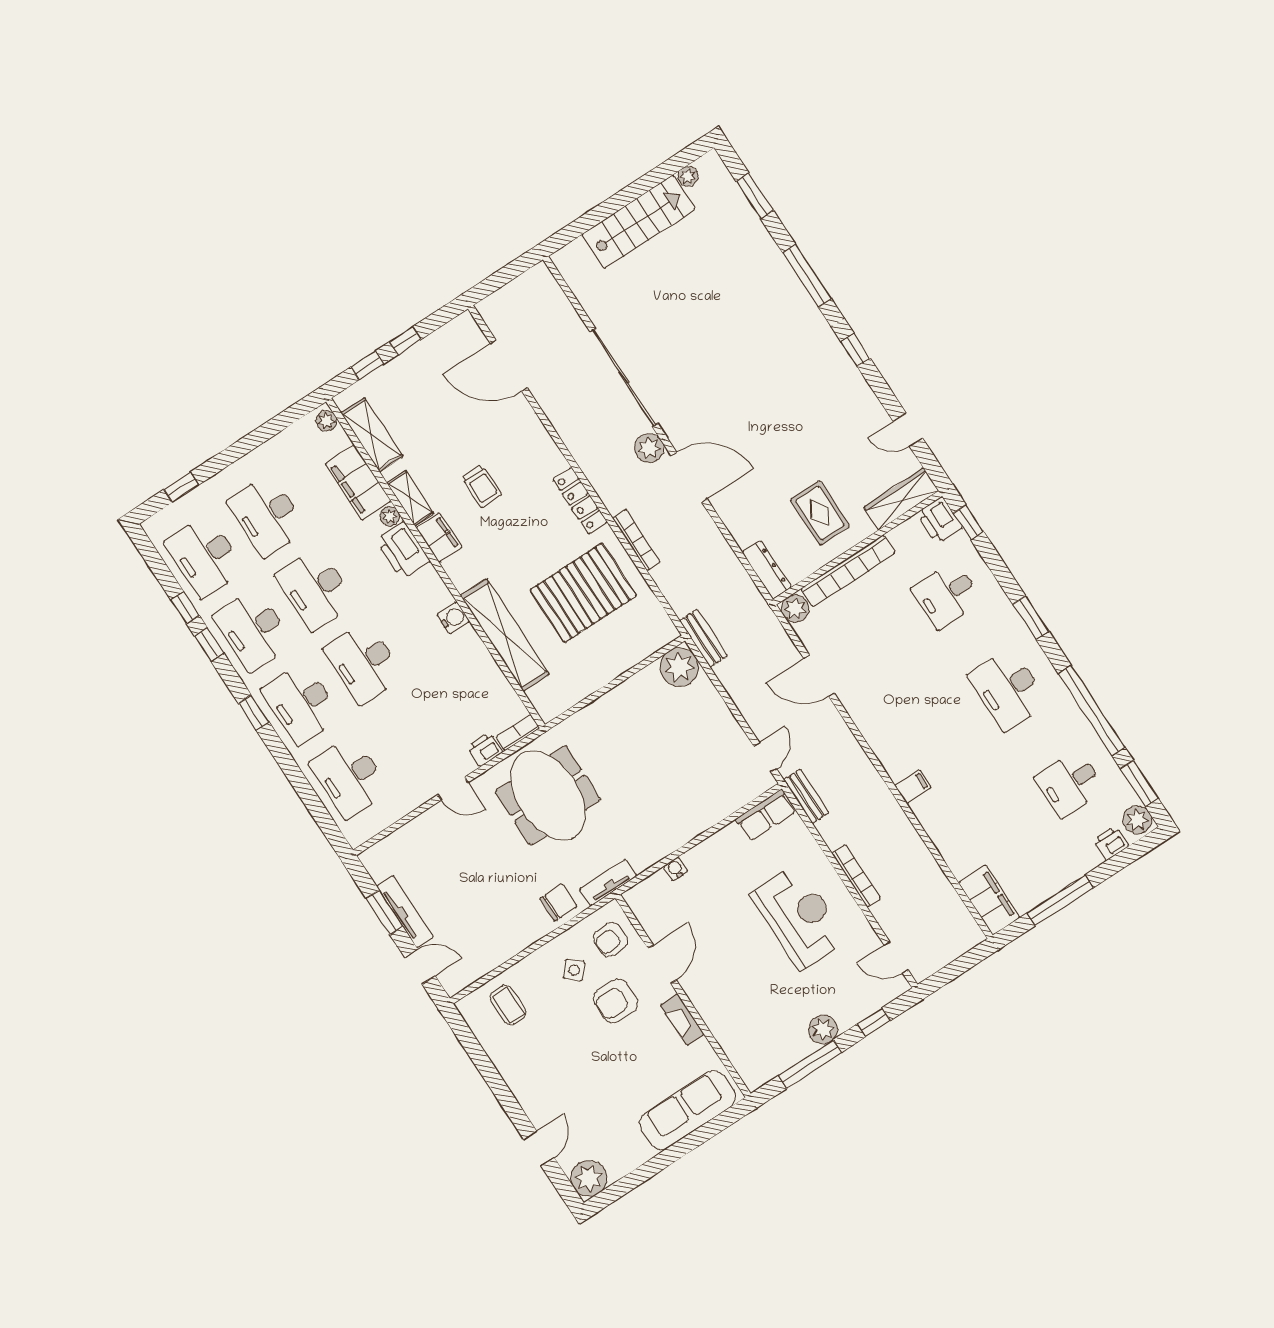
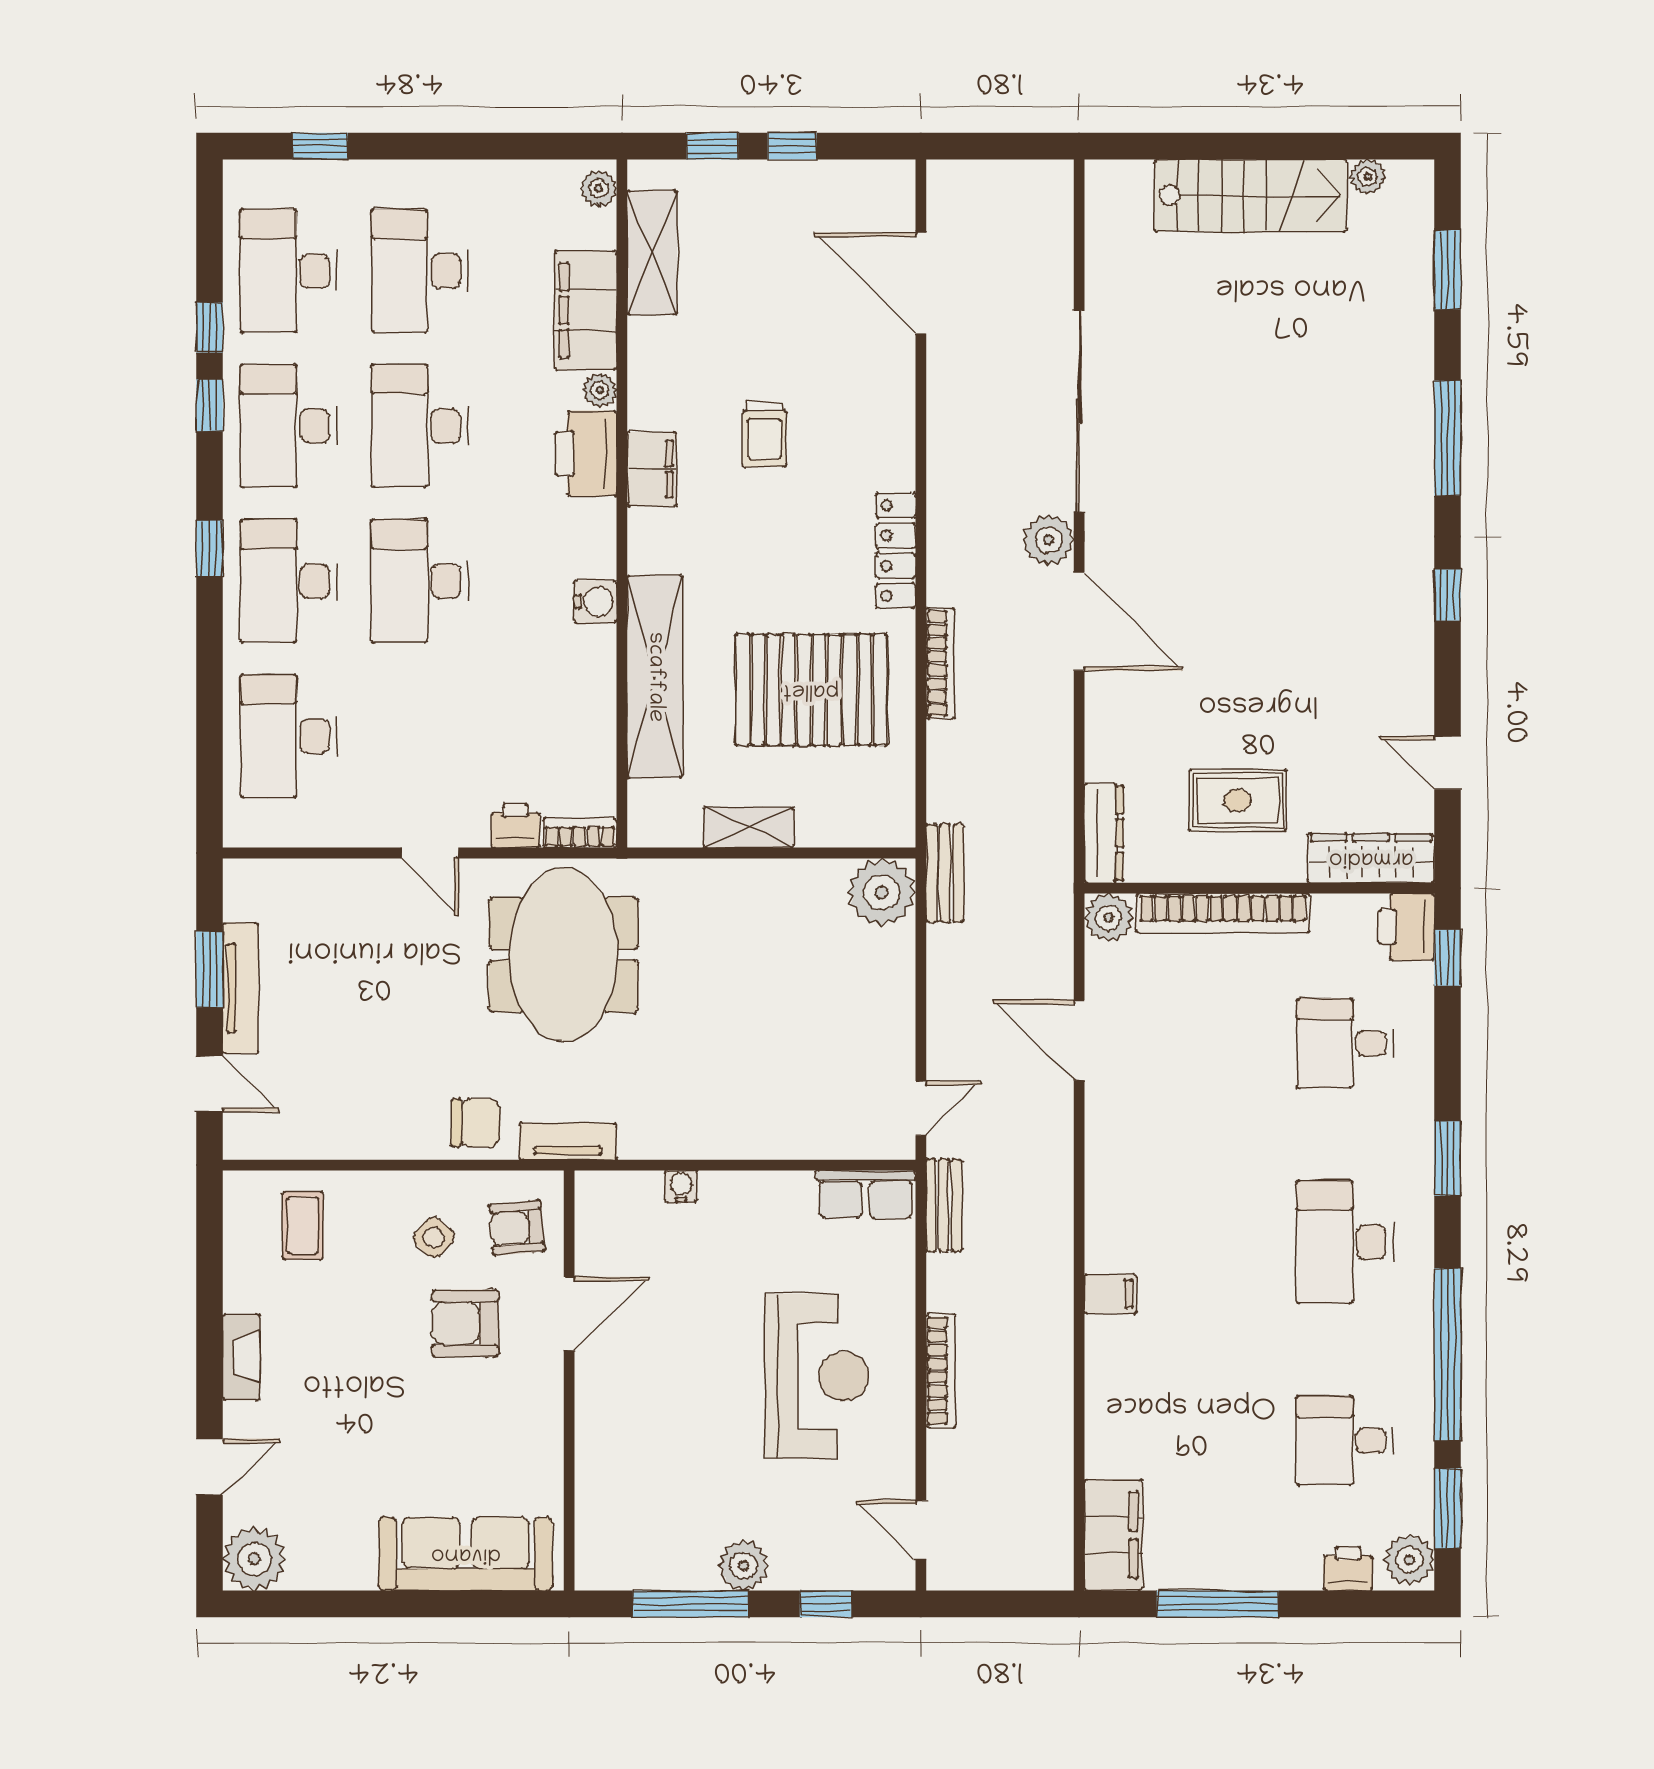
shelving: (410, 498) -> (749, 827), moved, turned 90
rug: (820, 513) -> (1238, 800), turned 90
fireplace: (682, 1020) -> (241, 1357), moved, turned 180

